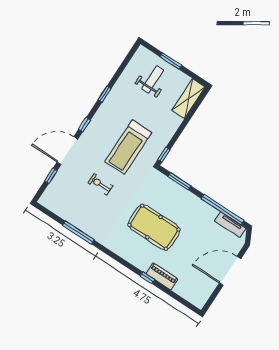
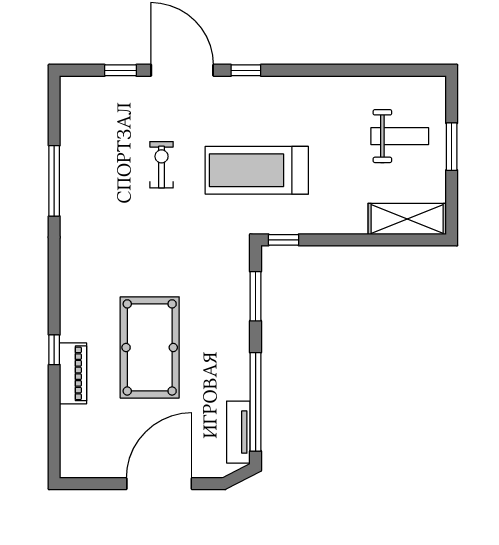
window: (105, 94) -> (321, 70), removed
pool table: (154, 227) -> (150, 347), moved
door: (230, 271) -> (159, 484), hinge flipped

